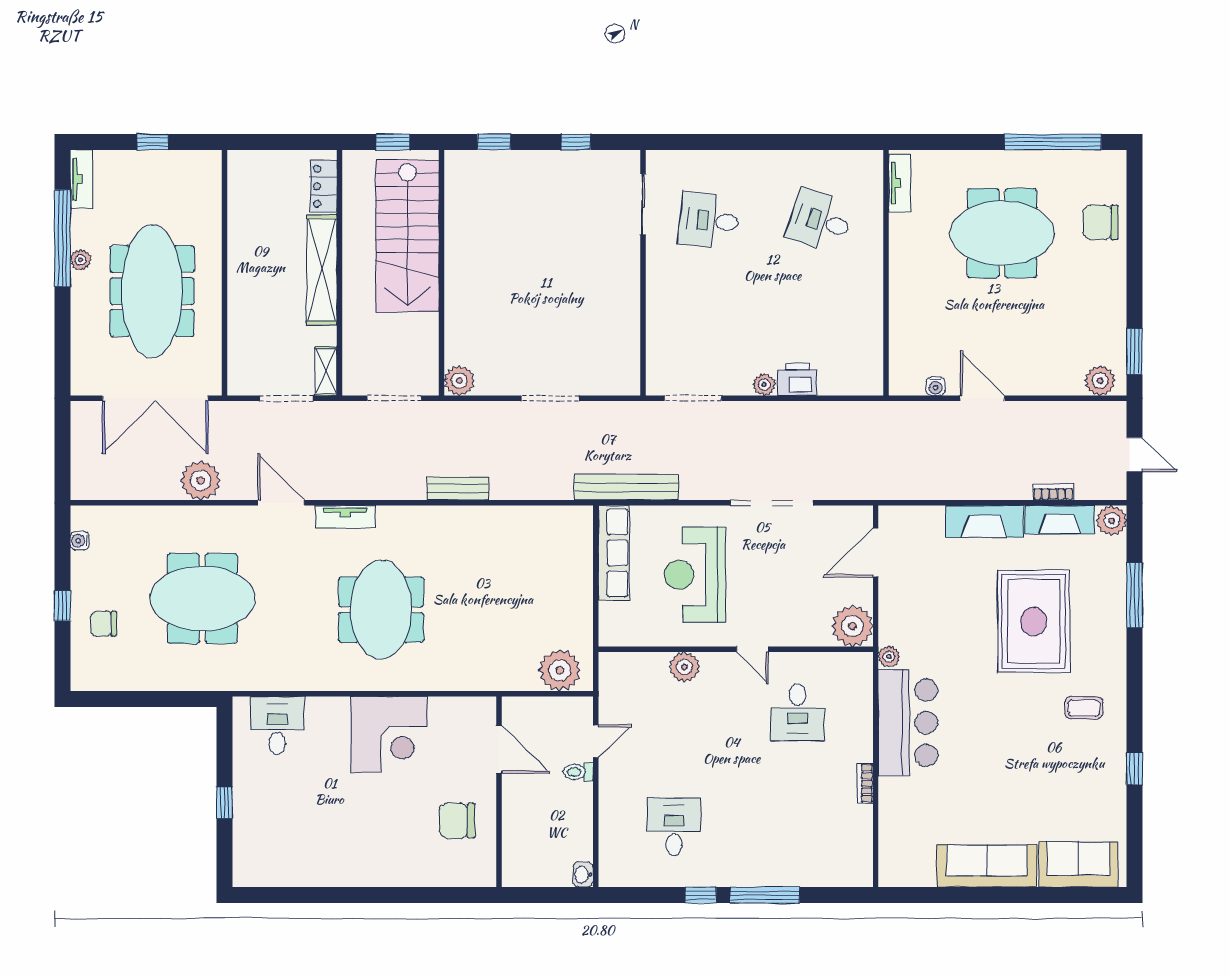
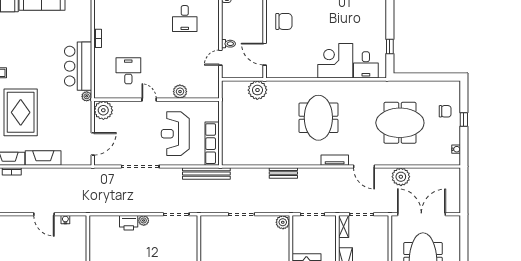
reception desk: (695, 575) -> (175, 134), turned 180
plant: (560, 670) -> (257, 90), moved
corner desk: (389, 734) -> (335, 61), moved
window: (225, 803) -> (390, 47), moved

